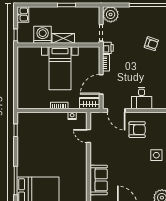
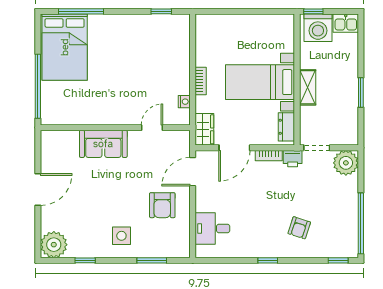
washing machine: (43, 35) -> (318, 28), moved, turned 90
dresser: (88, 52) -> (286, 127), added
door: (101, 84) -> (234, 148), swing flipped
desk: (142, 98) -> (212, 228), moved
sofa: (99, 180) -> (103, 144), moved

